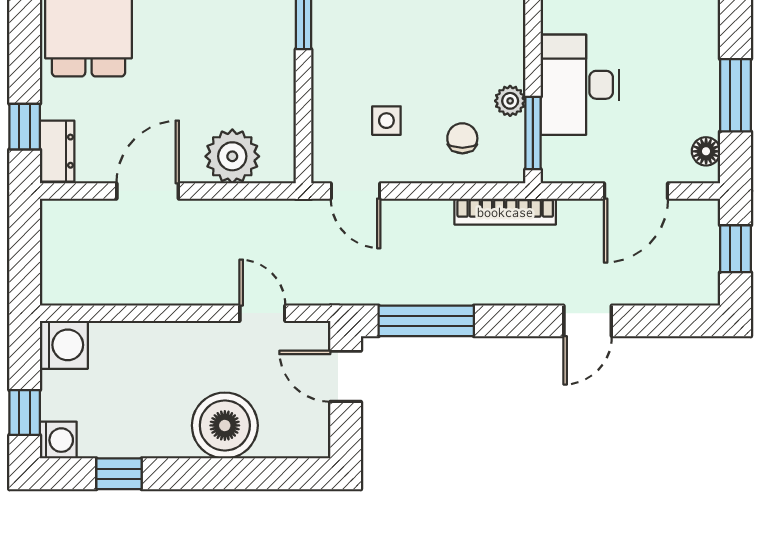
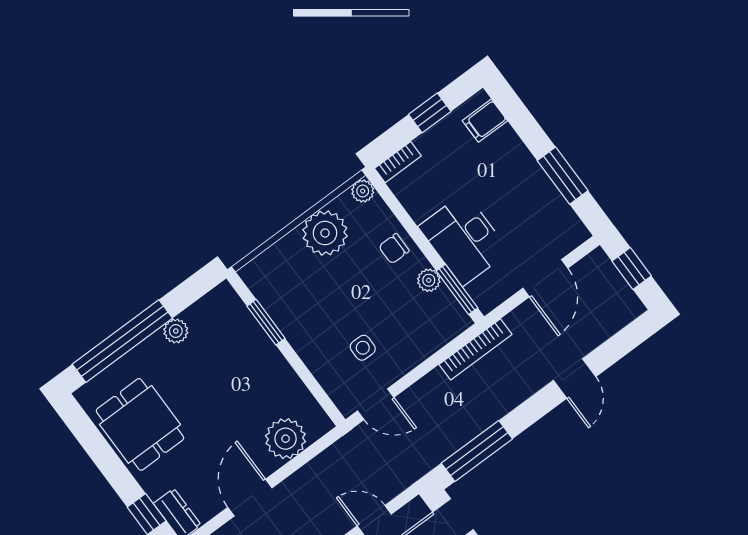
chair: (462, 138) -> (394, 249), moved, turned -90
floor lamp: (706, 151) -> (570, 223), removed

